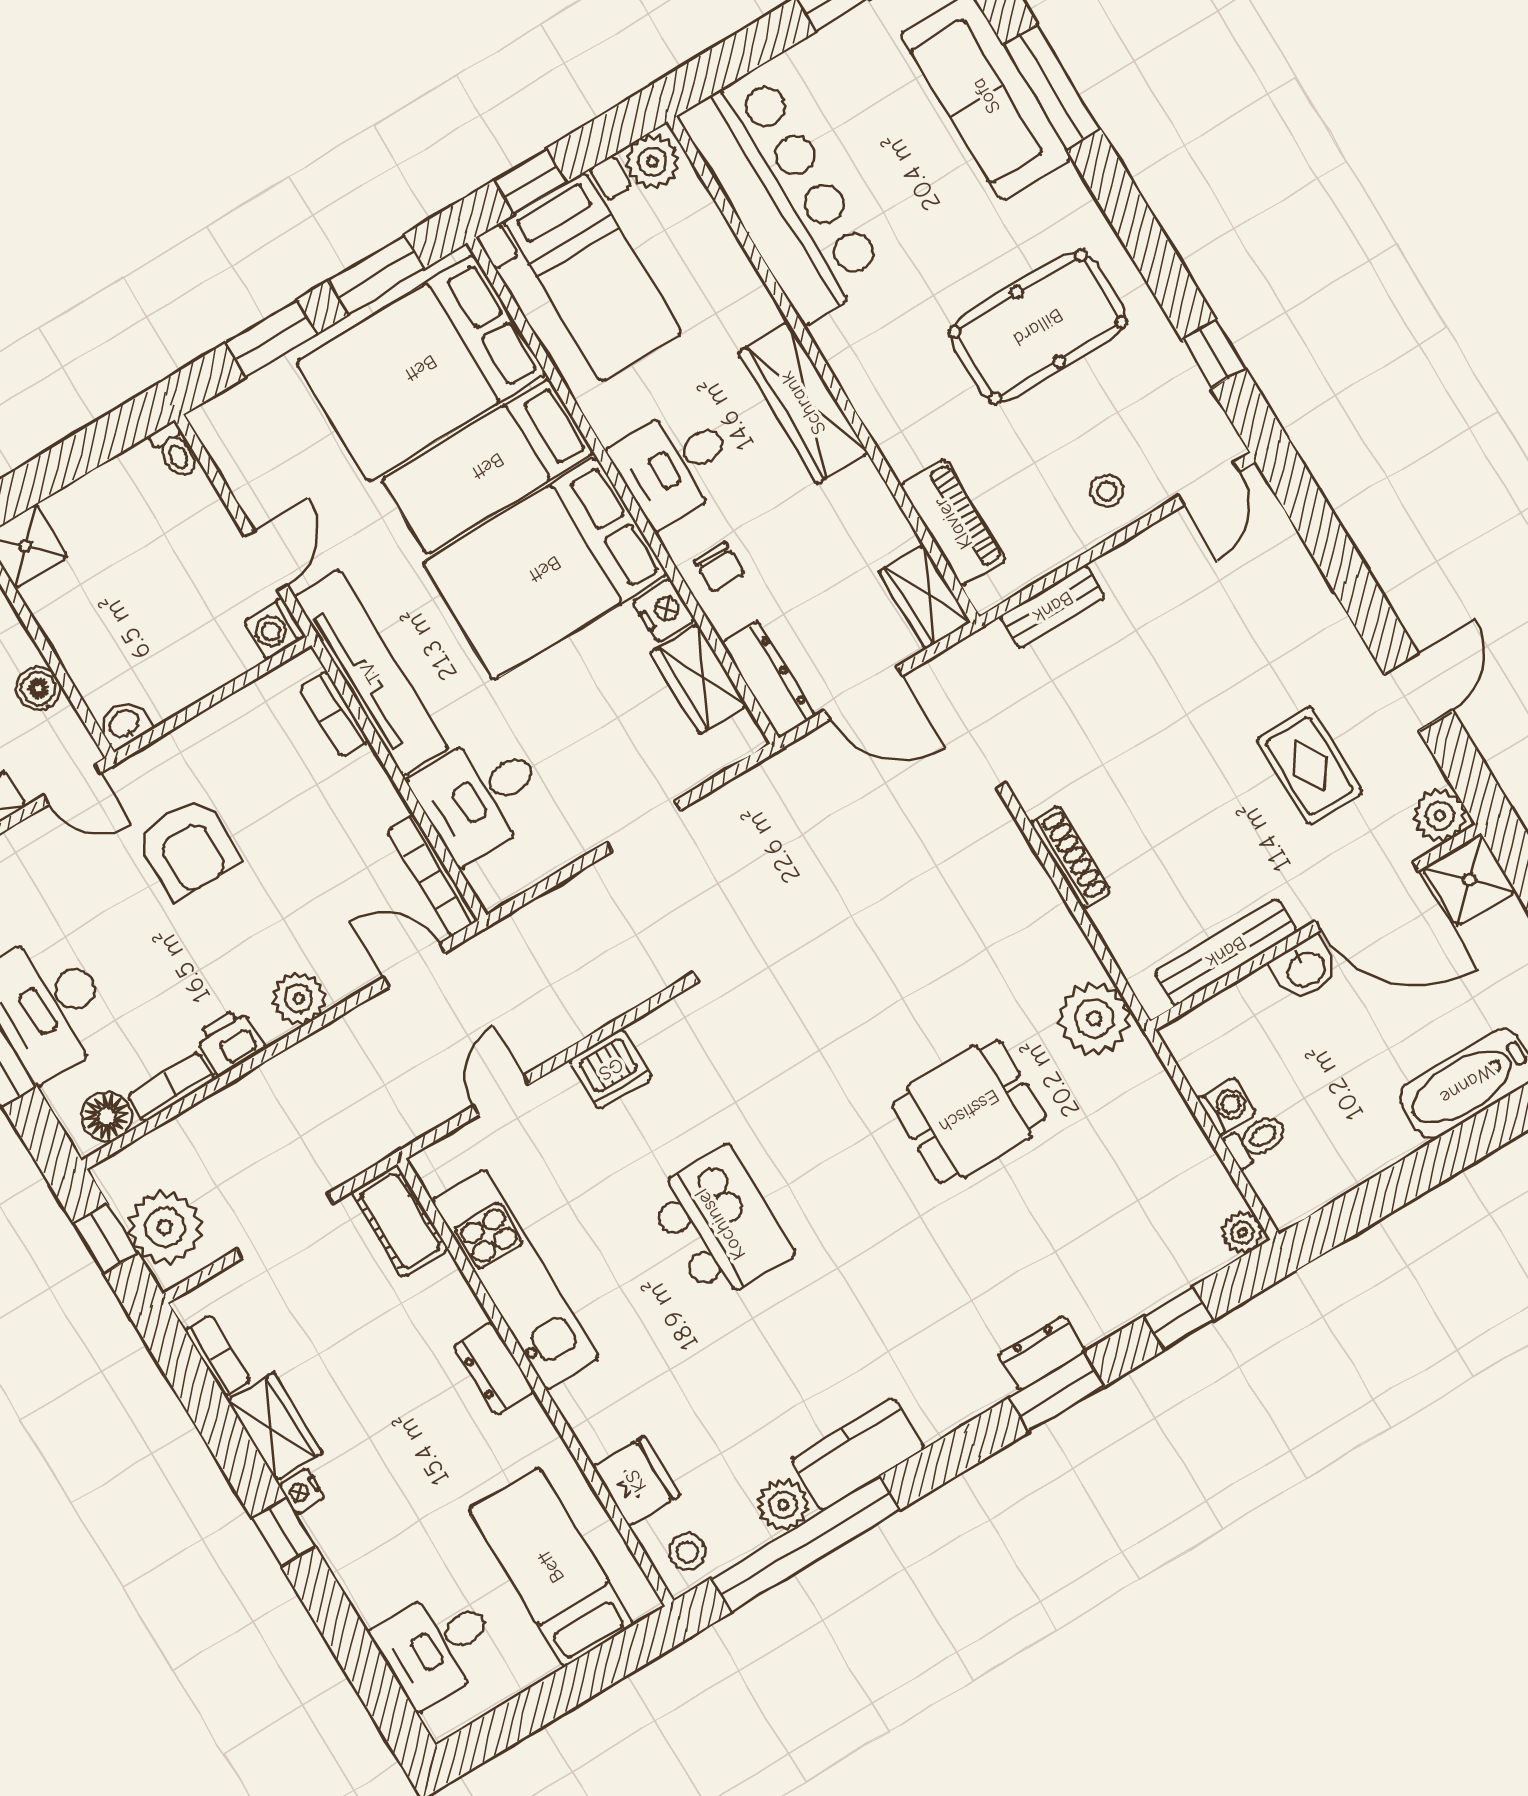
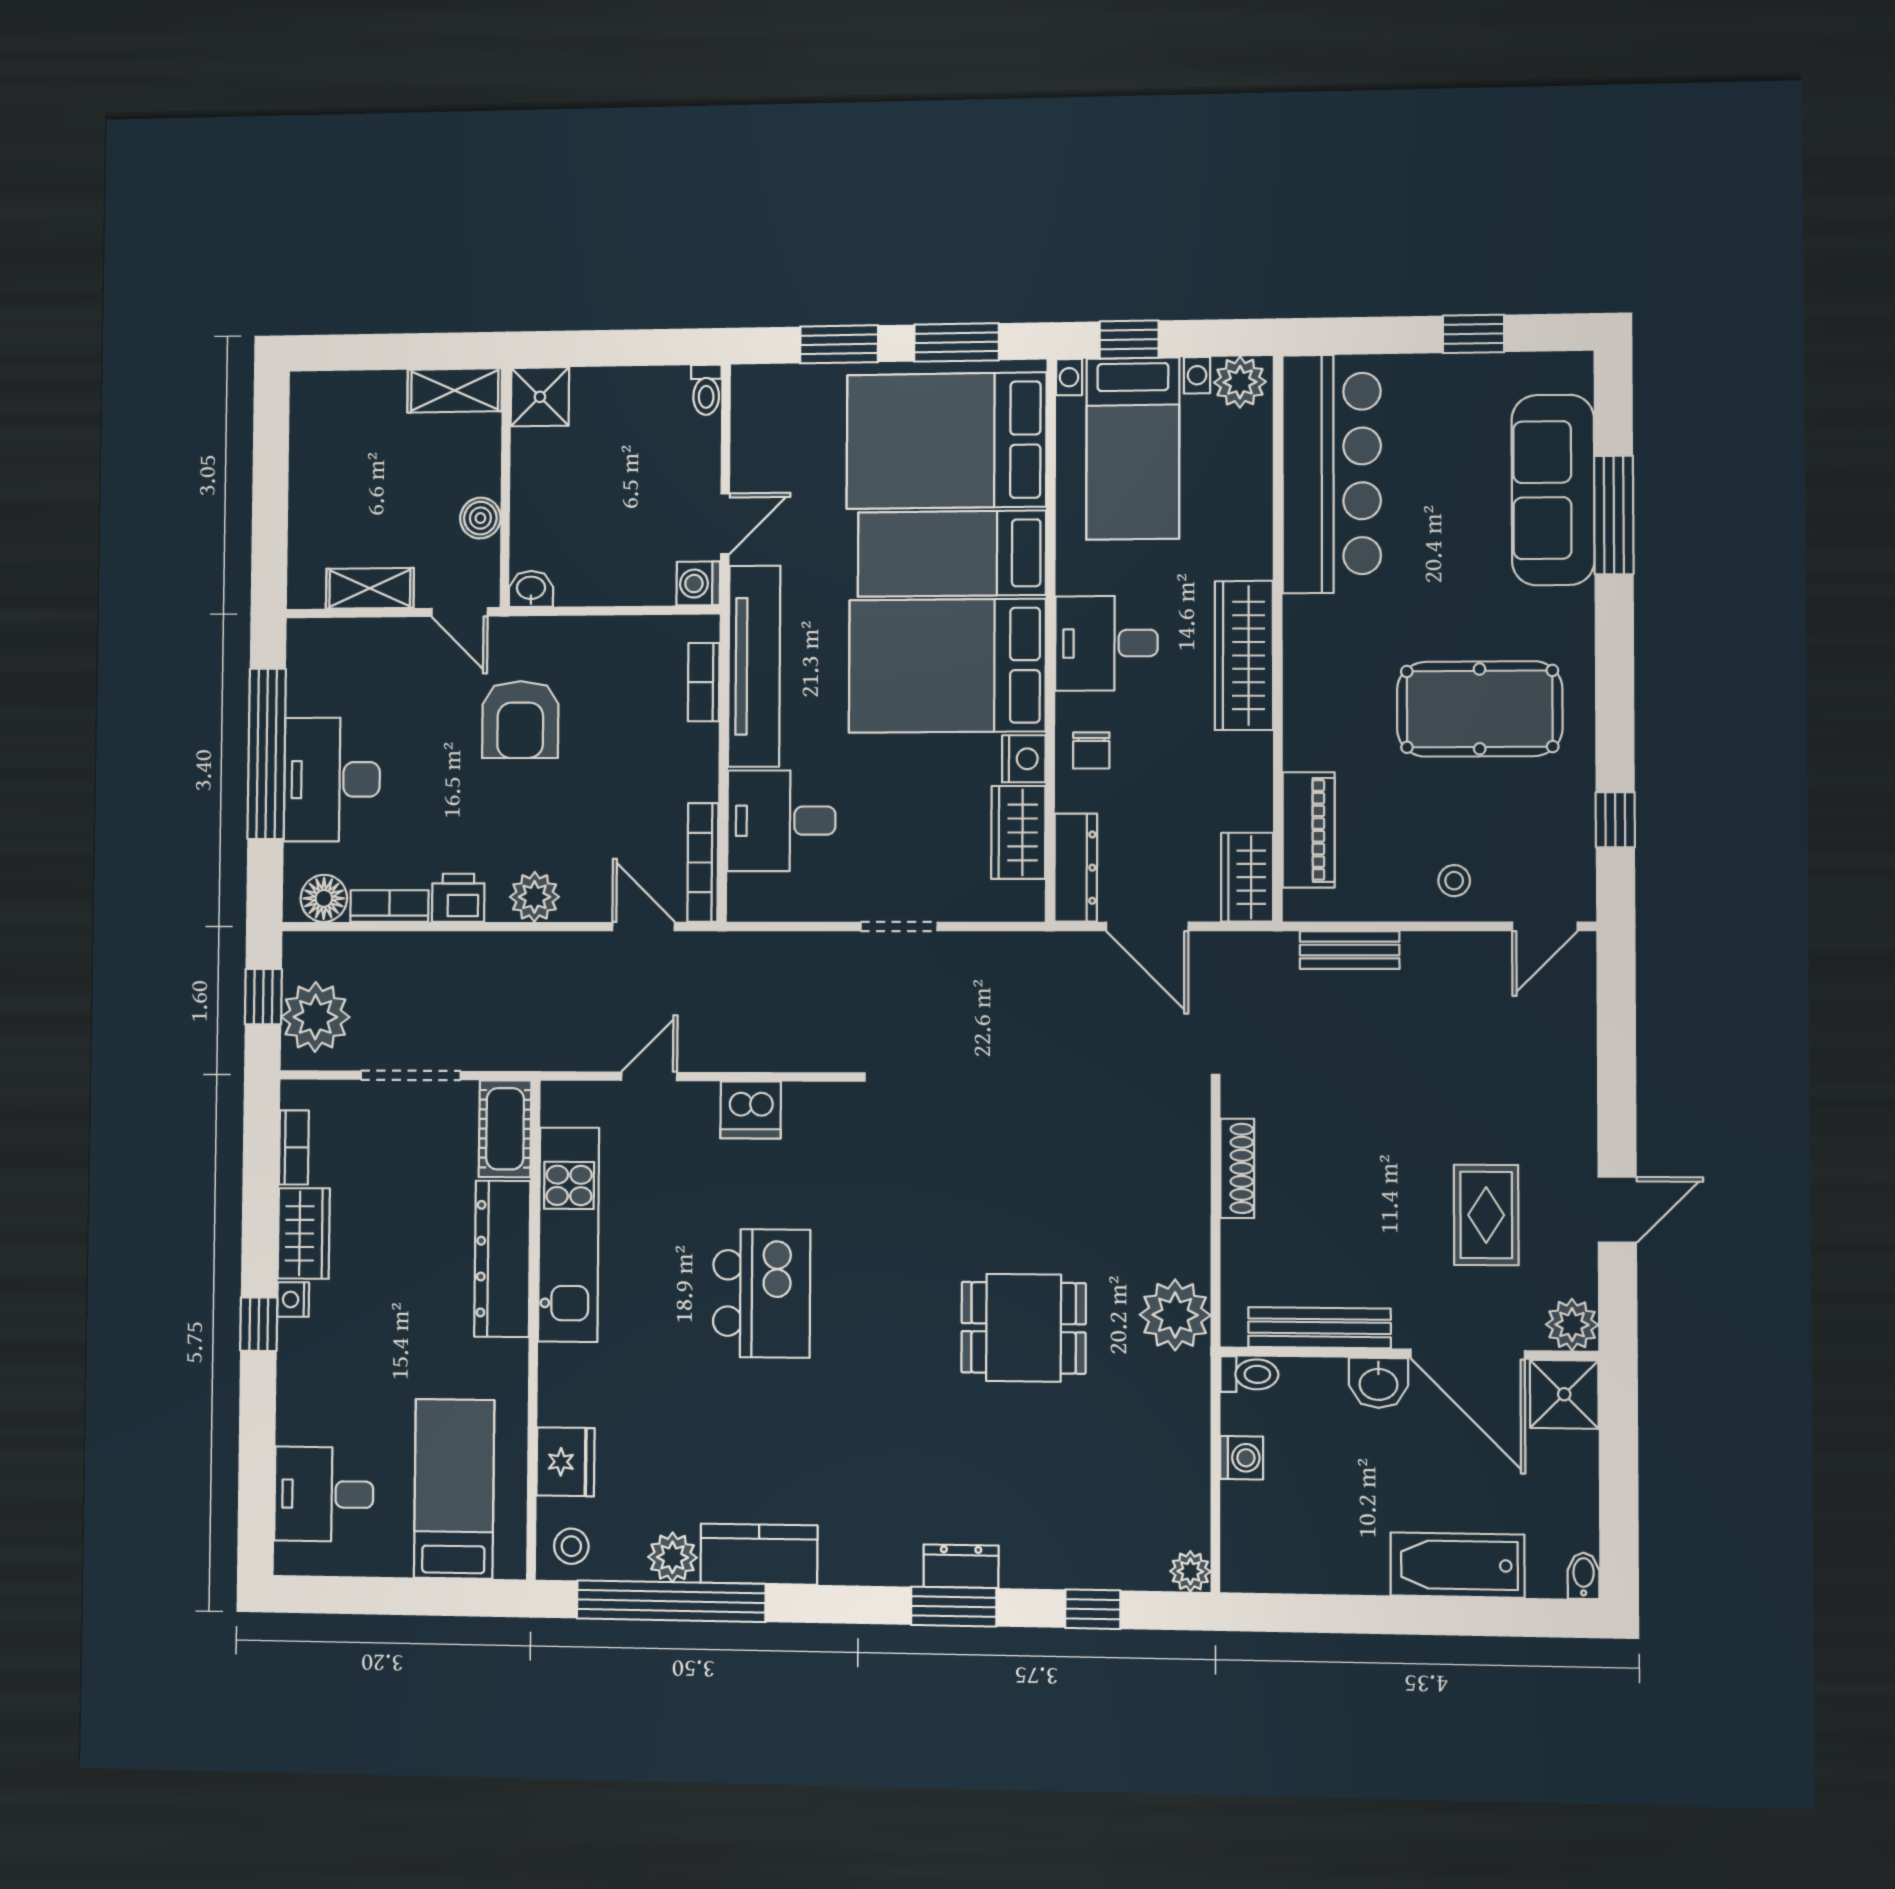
toilet: (1256, 1140) -> (1249, 1374), moved
dresser: (494, 1369) -> (502, 1259), width x1.96, depth x1.24

